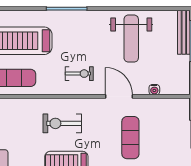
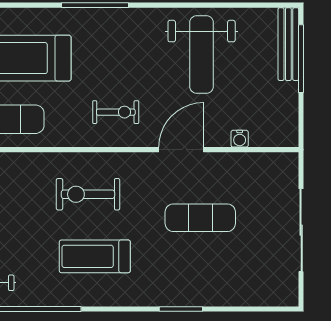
door: (119, 96) -> (181, 150), hinge flipped
exercise mat: (130, 138) -> (200, 218), turned 90

